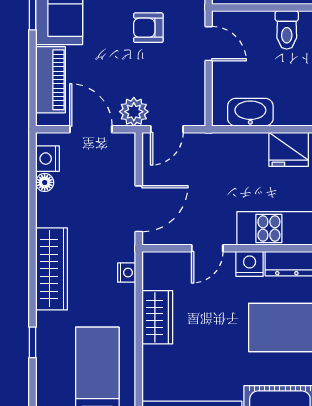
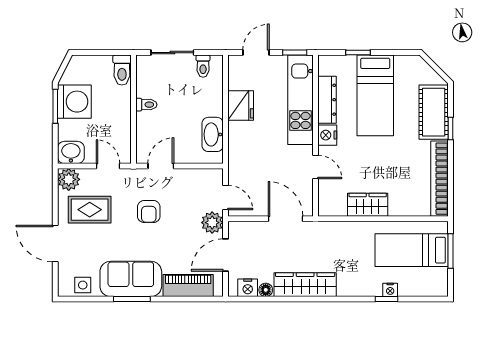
toilet: (287, 30) -> (146, 105), width x0.73, depth x0.72
wardrobe: (52, 269) -> (305, 285), moved
nightstand: (127, 273) -> (390, 290), moved, turned 180

